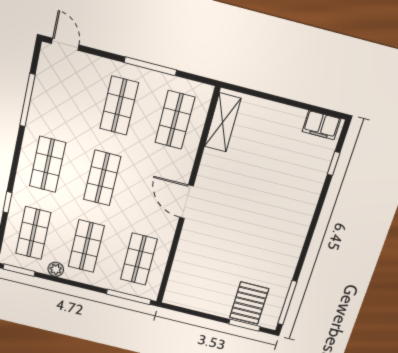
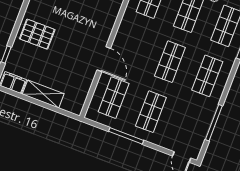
shelving: (223, 122) -> (43, 94), moved, turned 90
pallet: (291, 196) -> (37, 34), added
door: (186, 202) -> (104, 59), moved

